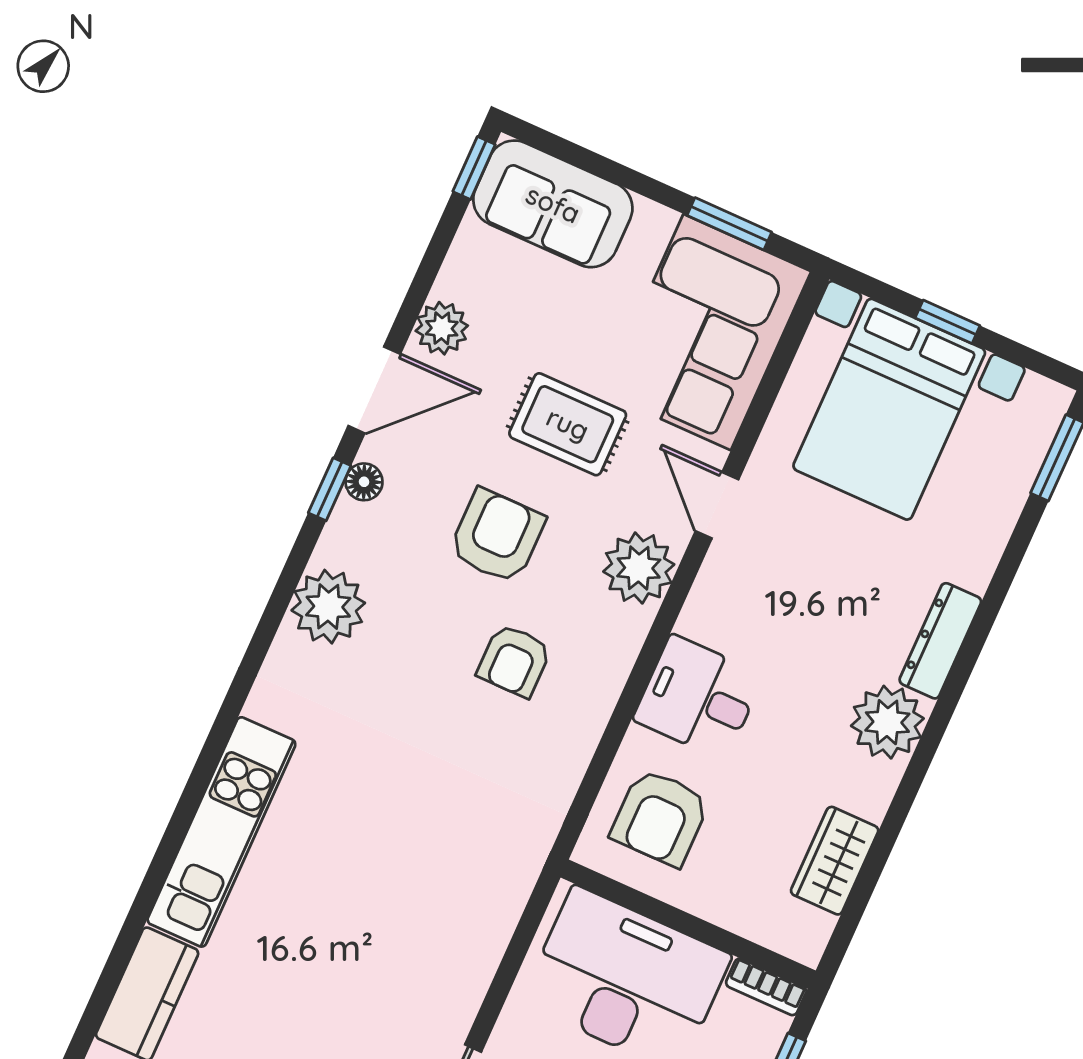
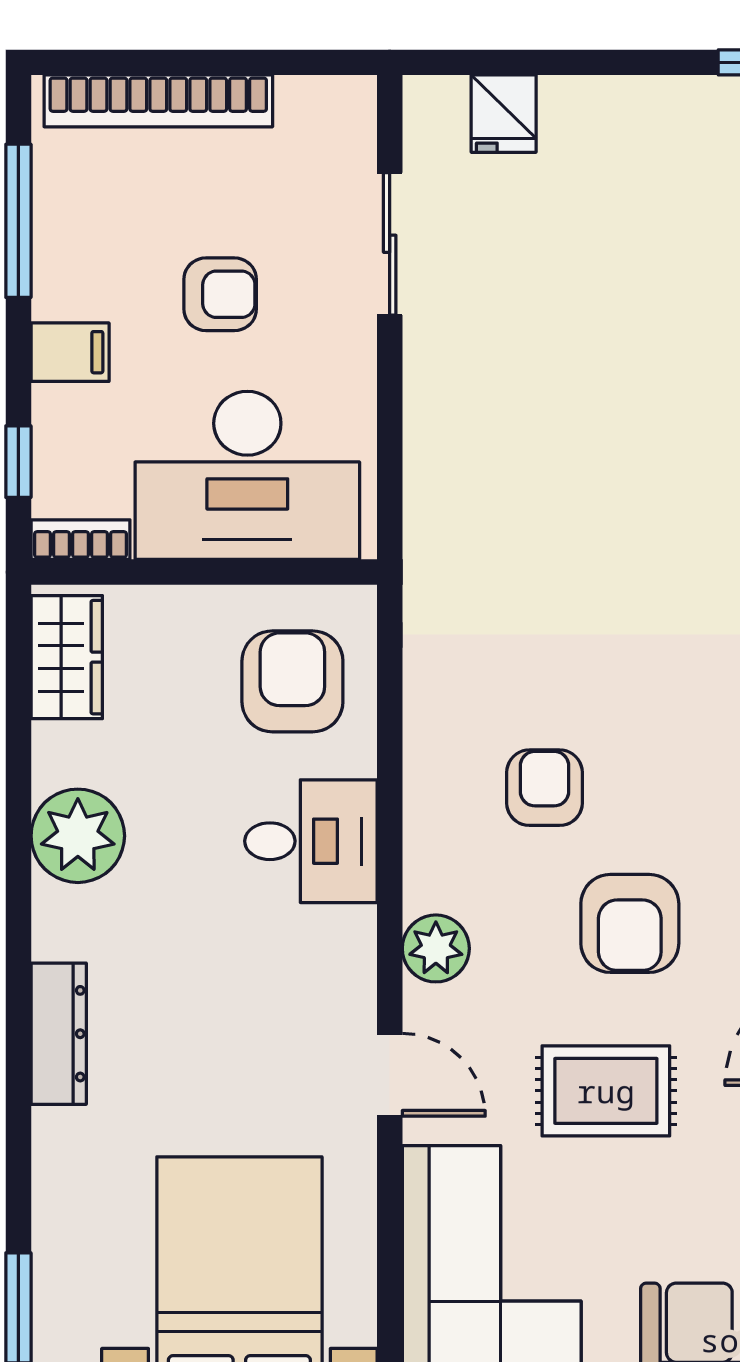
plant: (639, 568) -> (436, 948), width x0.73, depth x0.73
plant: (887, 722) -> (78, 836), moved
wardrobe: (835, 861) -> (67, 657), moved

